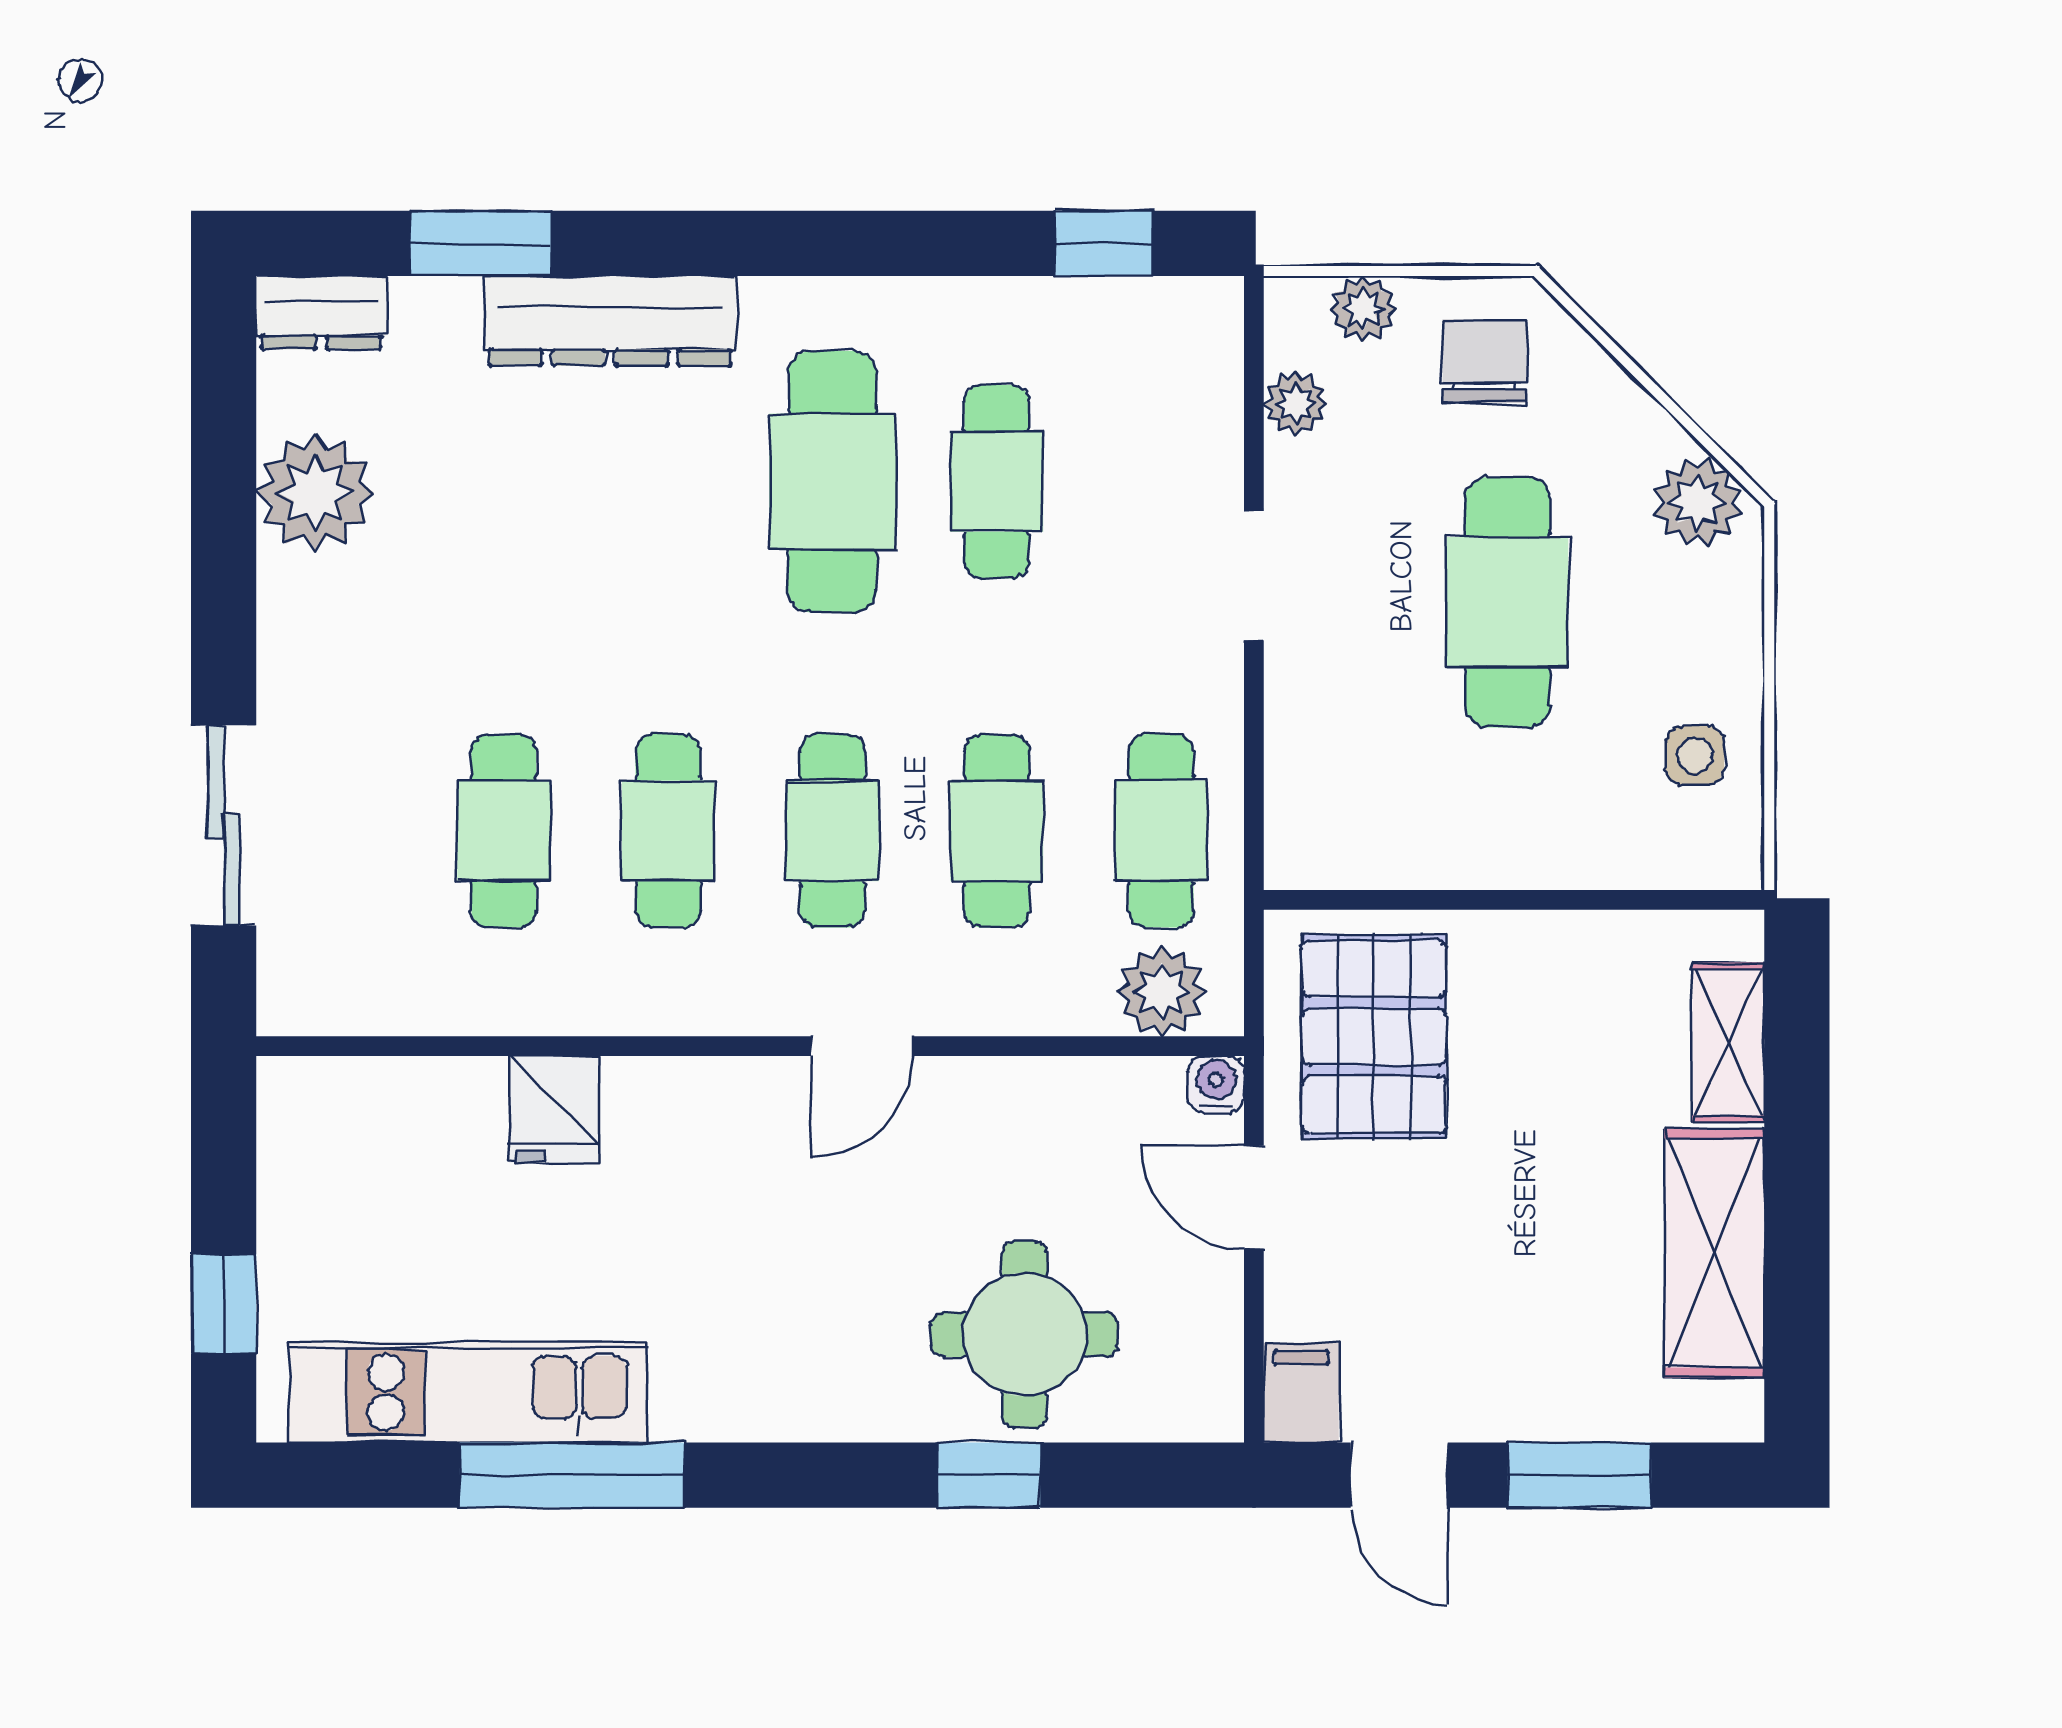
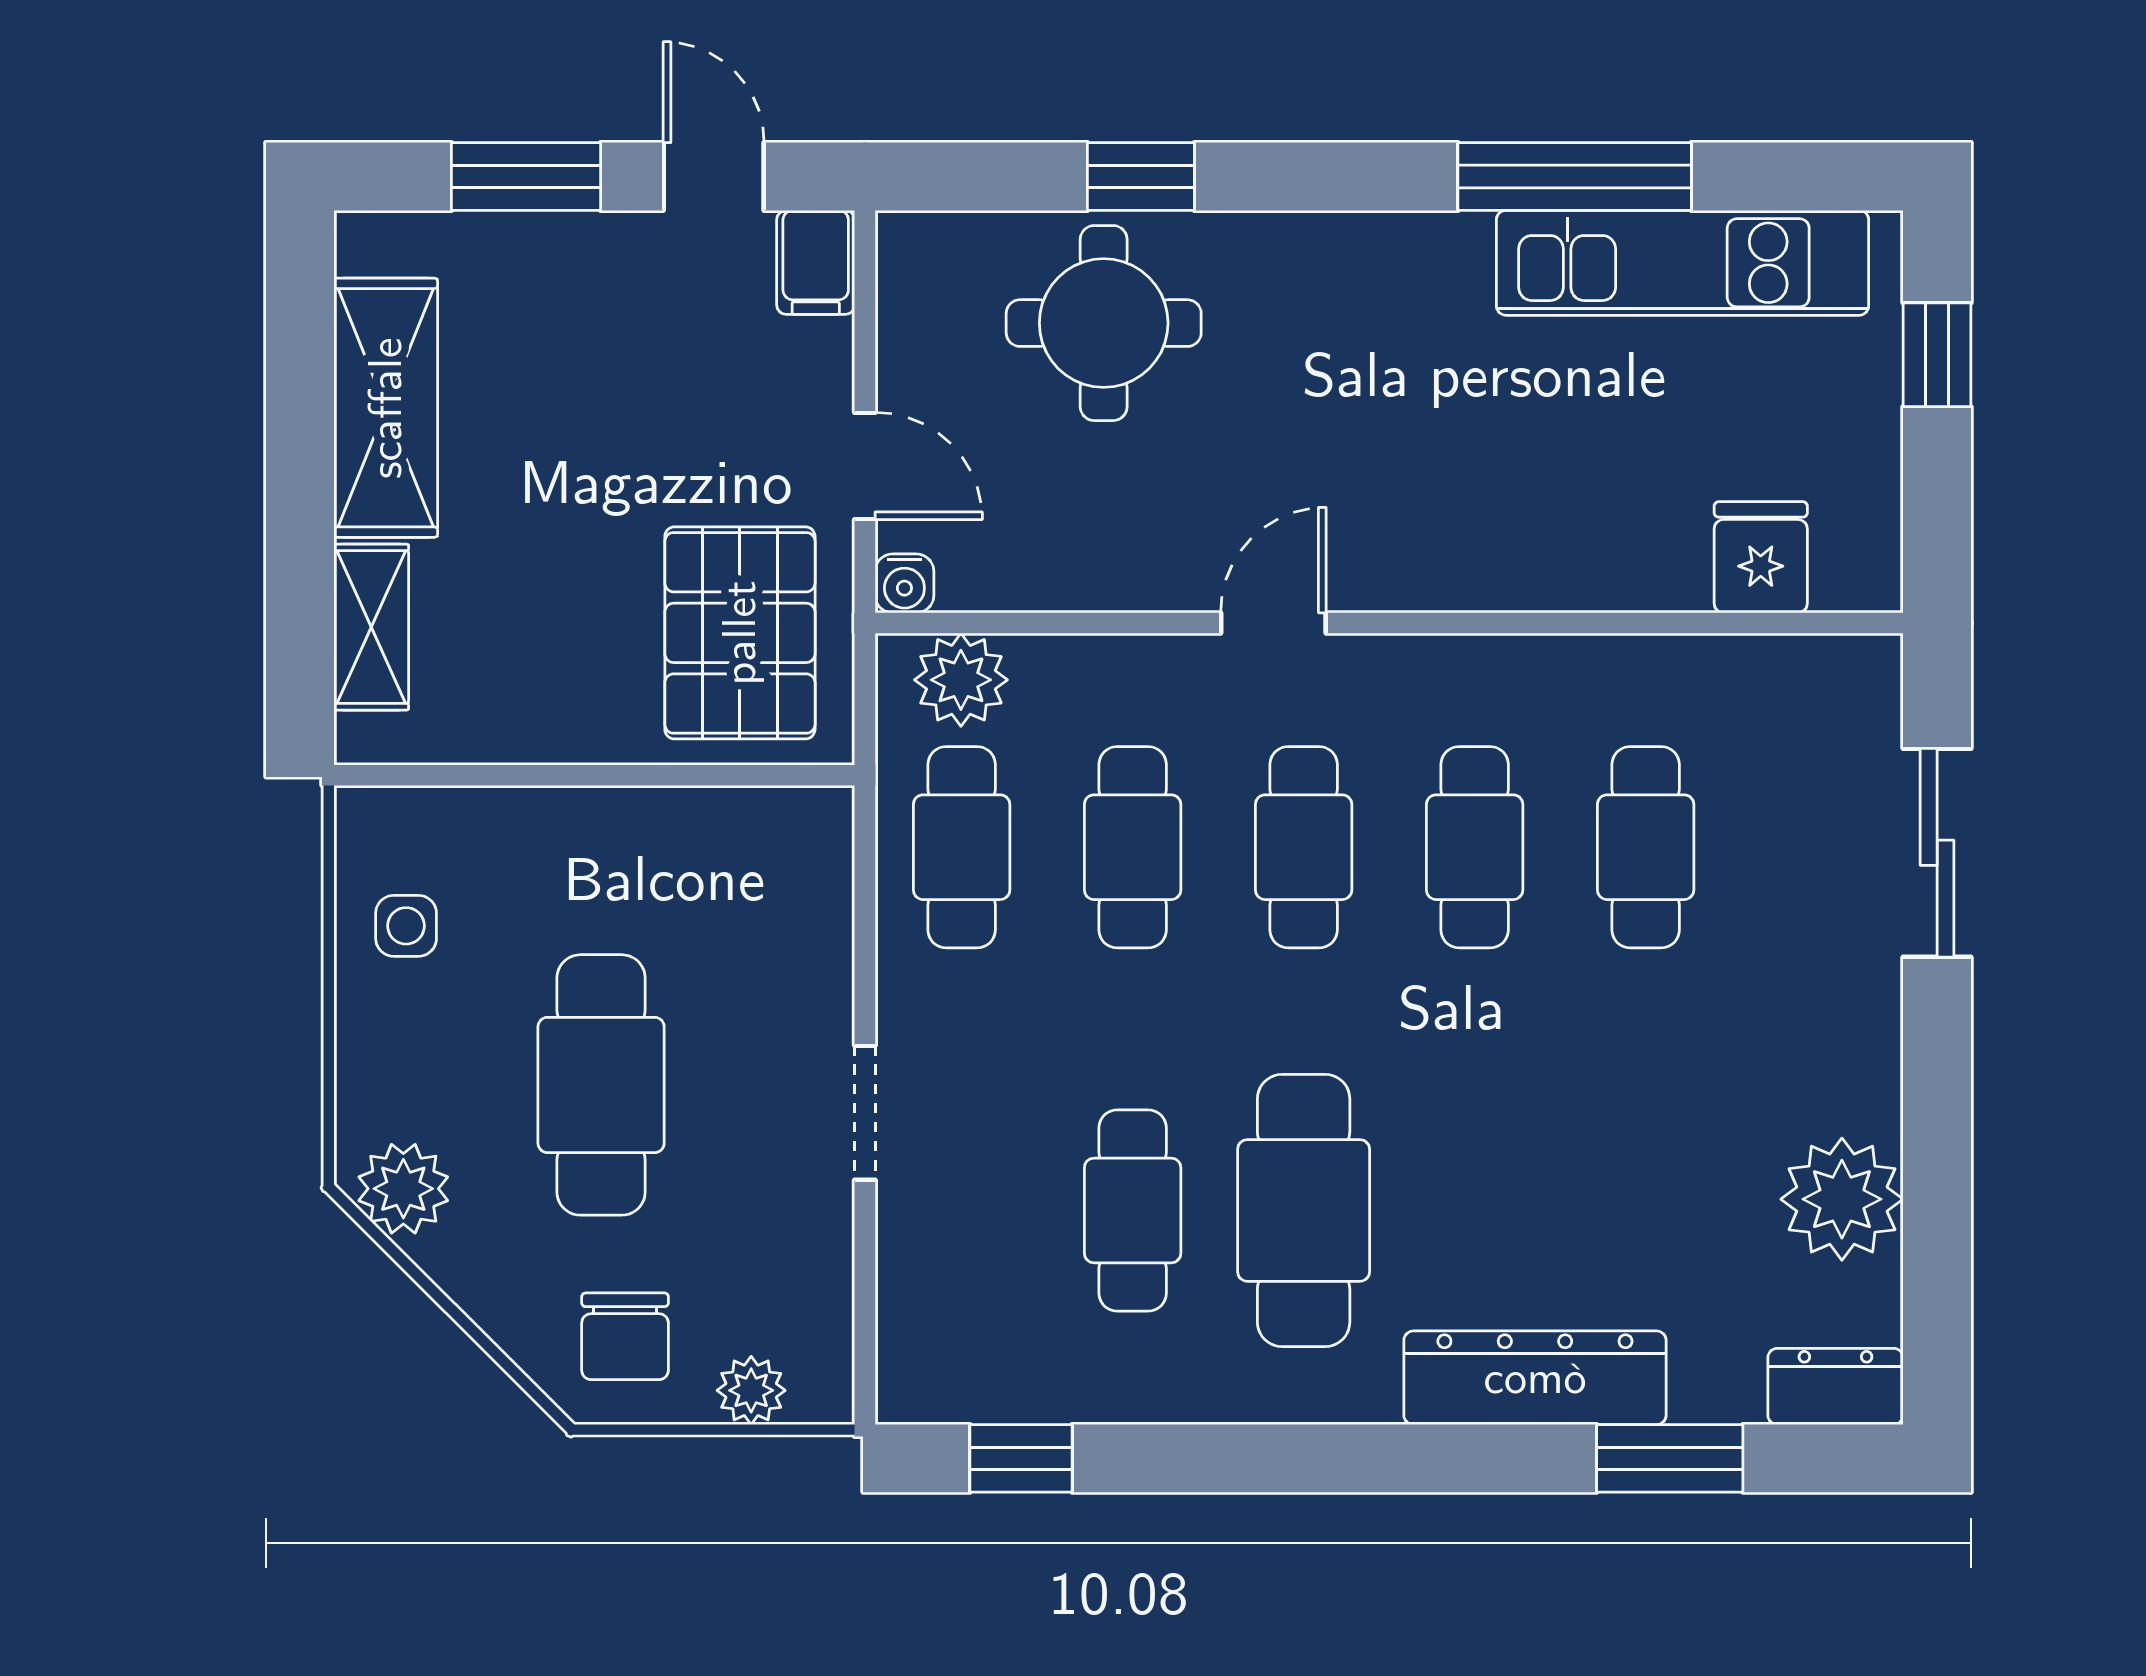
plant: (1296, 404) -> (822, 1292), removed
fridge: (554, 1109) -> (1761, 557), moved

